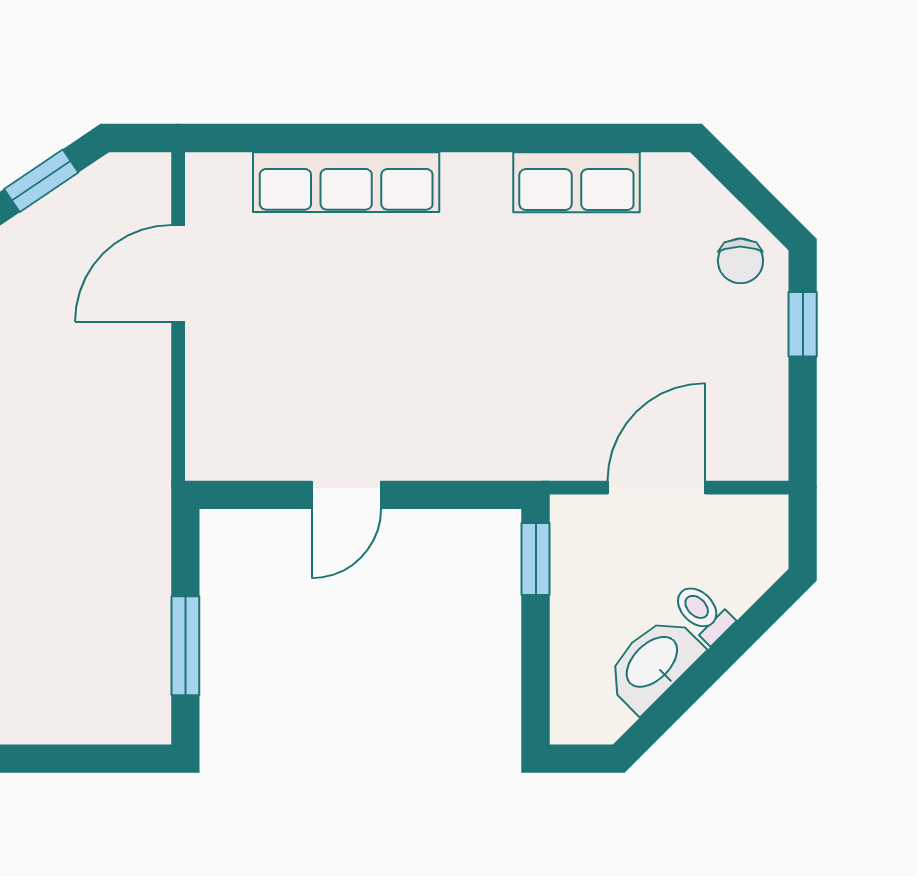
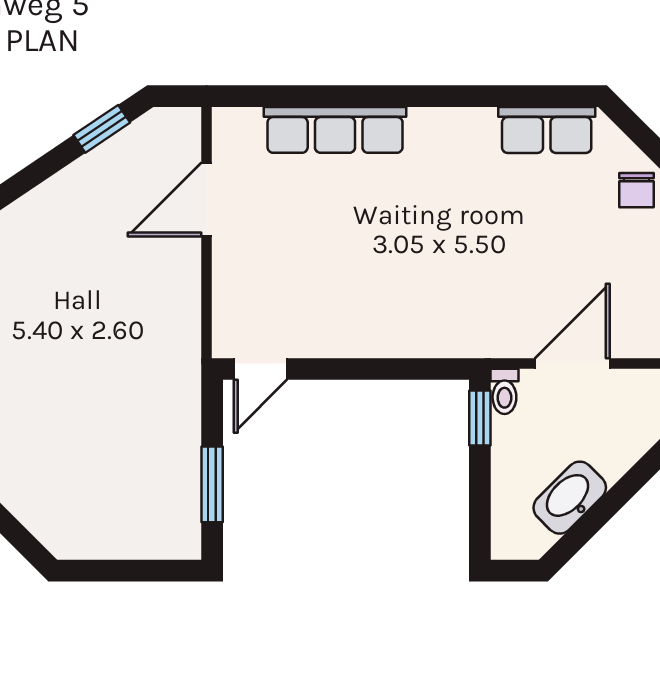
row of seats: (576, 182) -> (547, 130), moved
door: (346, 495) -> (260, 369), moved
toilet: (703, 613) -> (504, 391), moved, turned -135

